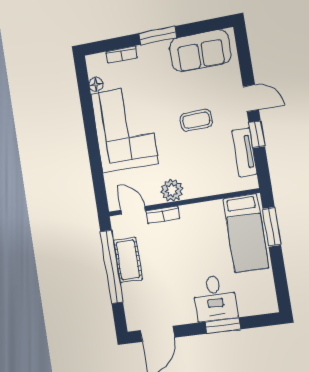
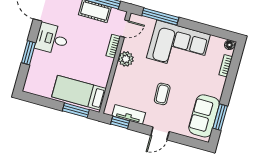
window: (158, 35) -> (220, 117), moved
floor lamp: (96, 84) -> (229, 45), moved
window: (257, 134) -> (120, 122), moved
window: (97, 170) -> (160, 17), added
desk: (215, 298) -> (52, 39), moved

